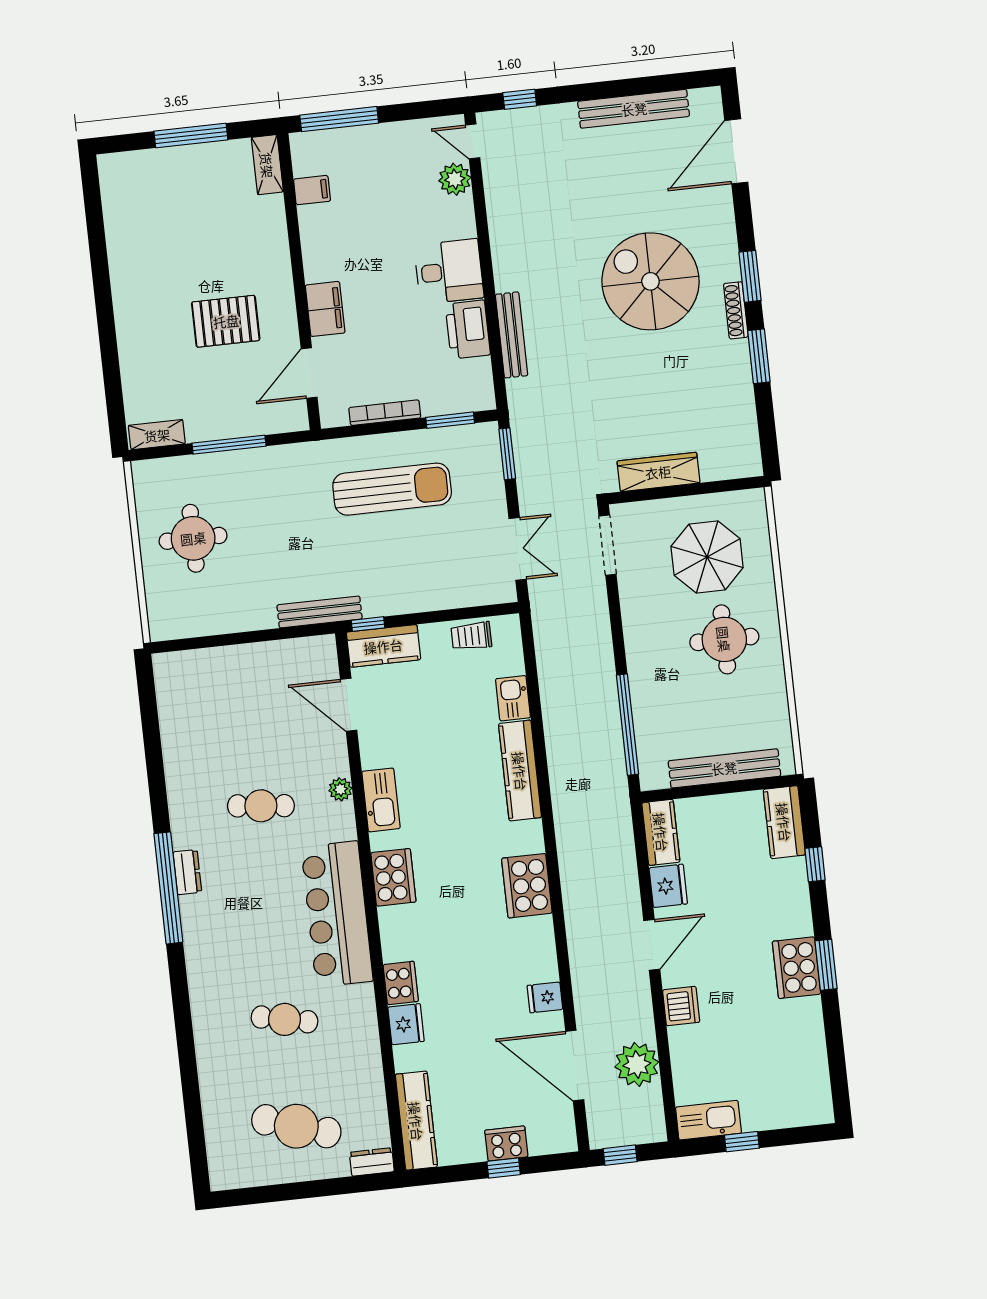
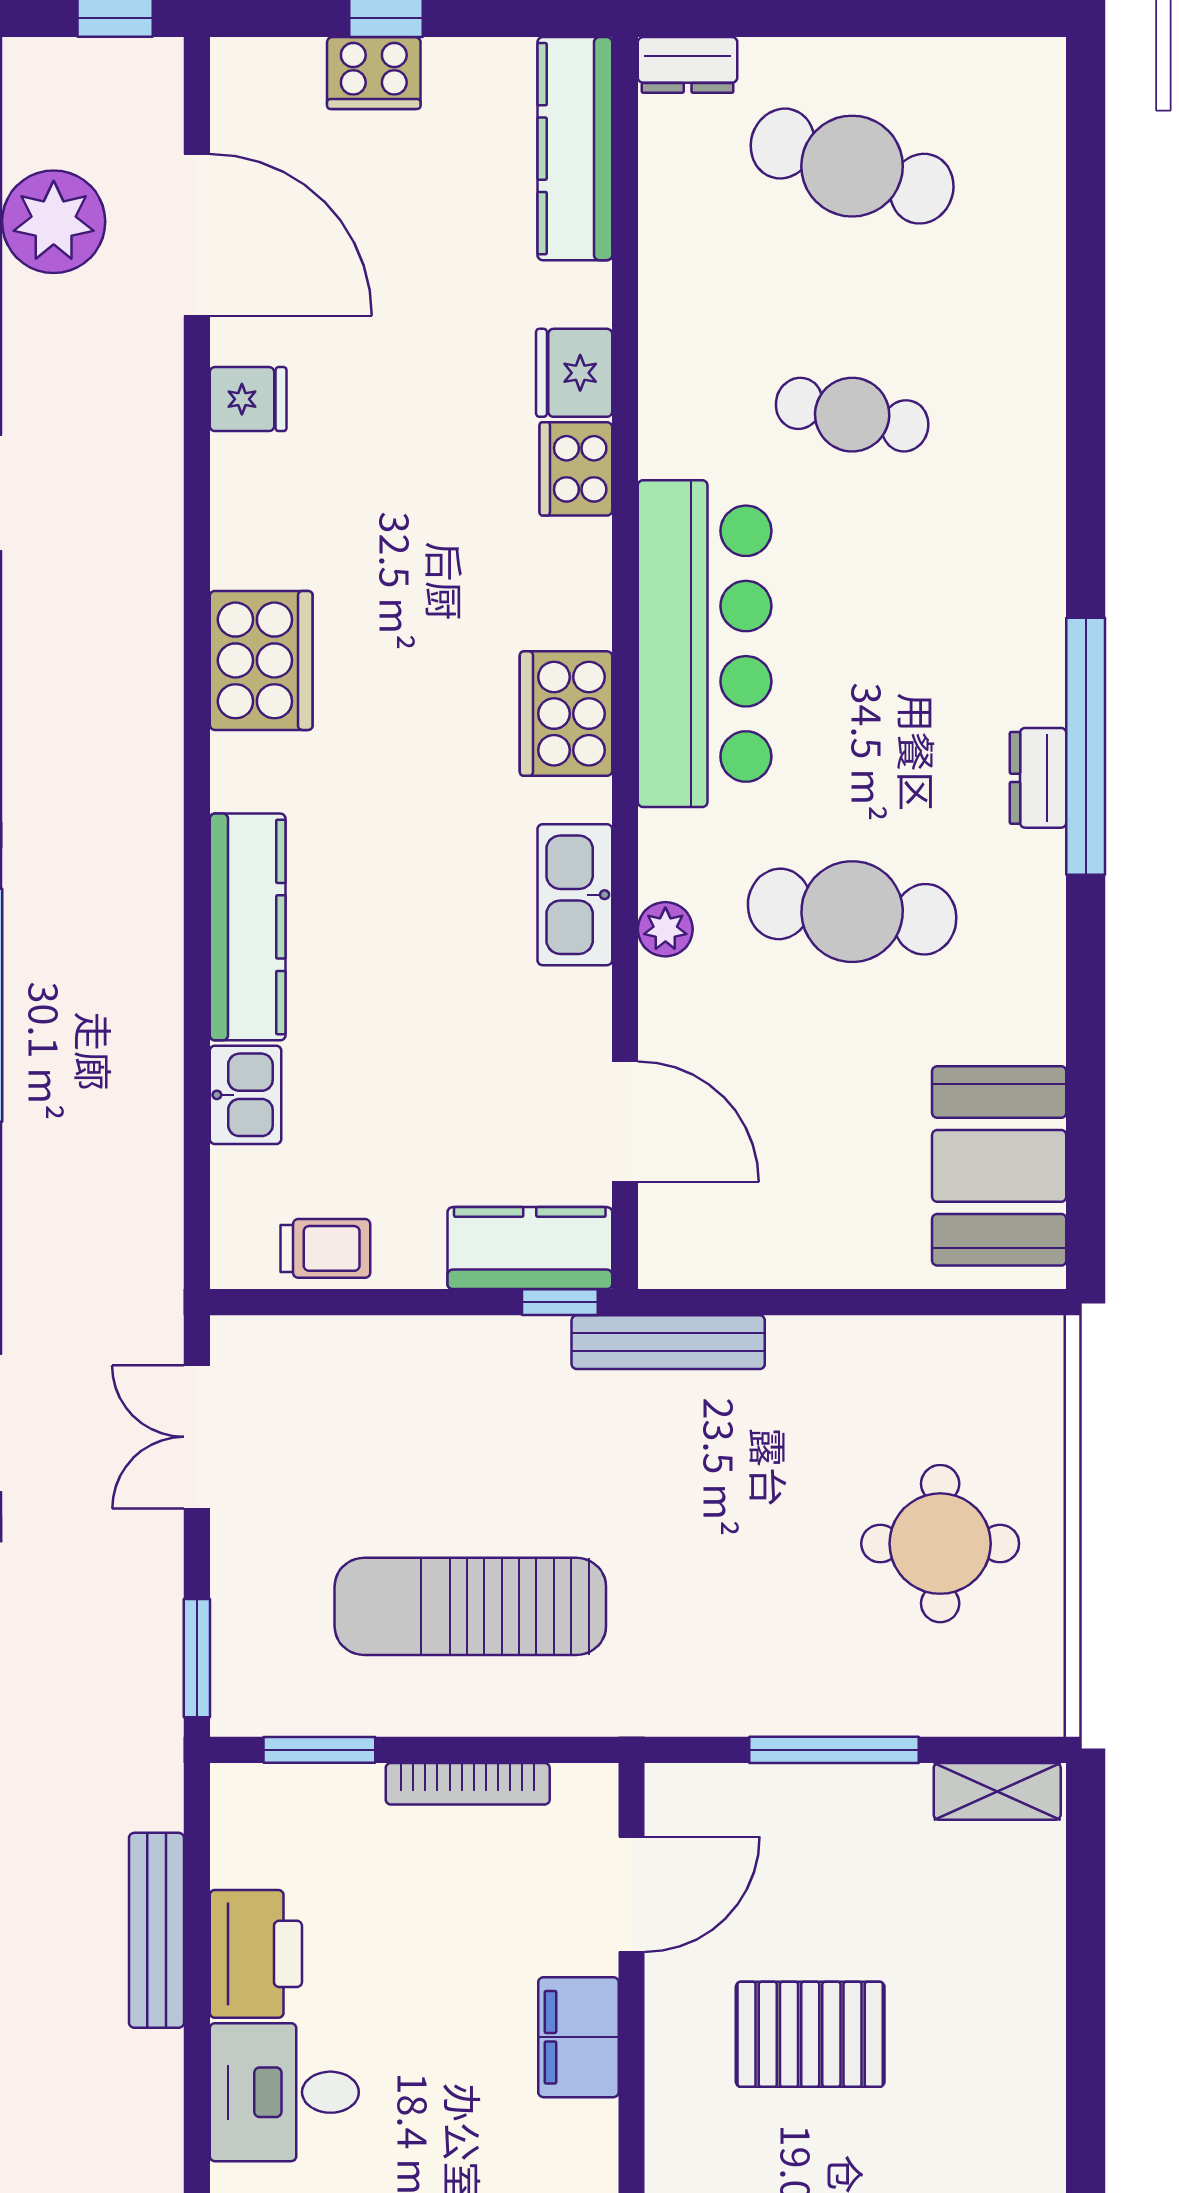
booth: (186, 703) -> (999, 1166), added
cafe table: (261, 806) -> (852, 912), width x1.37, depth x1.35

